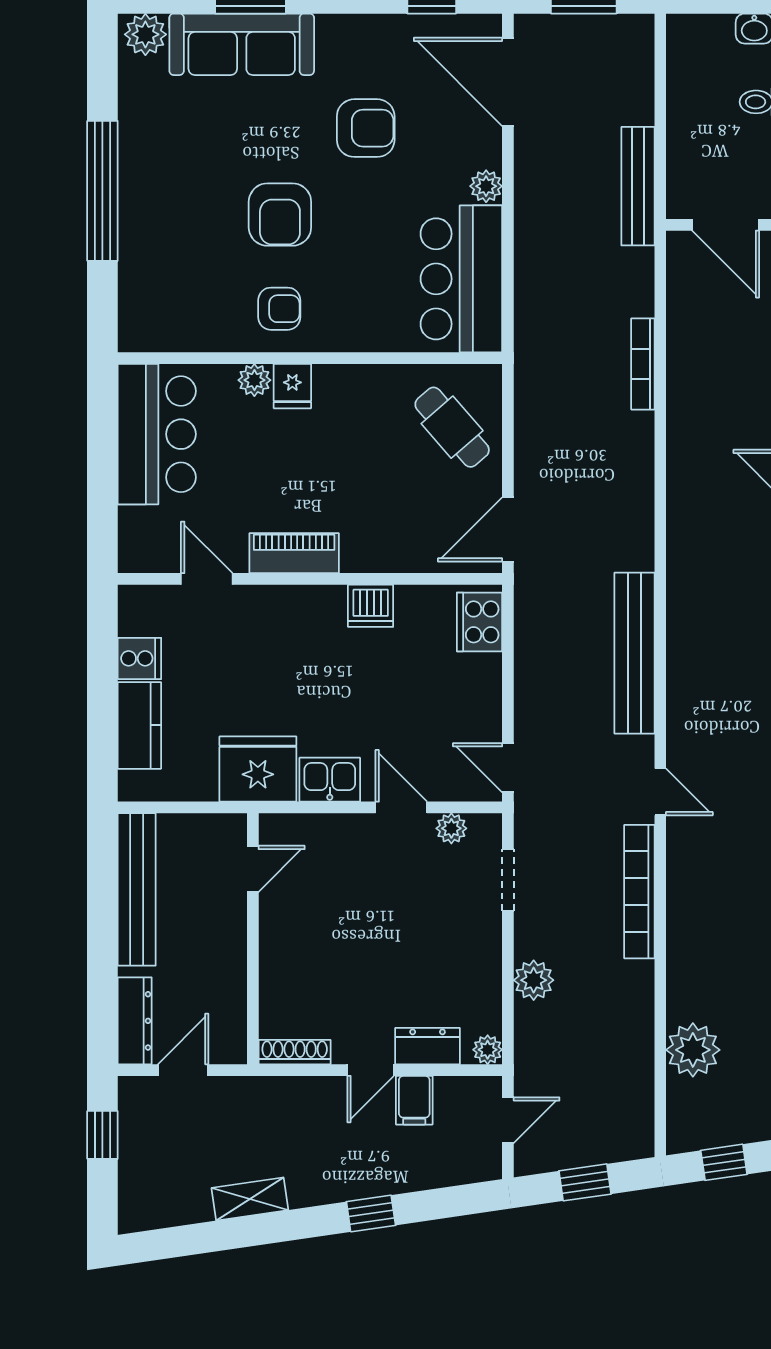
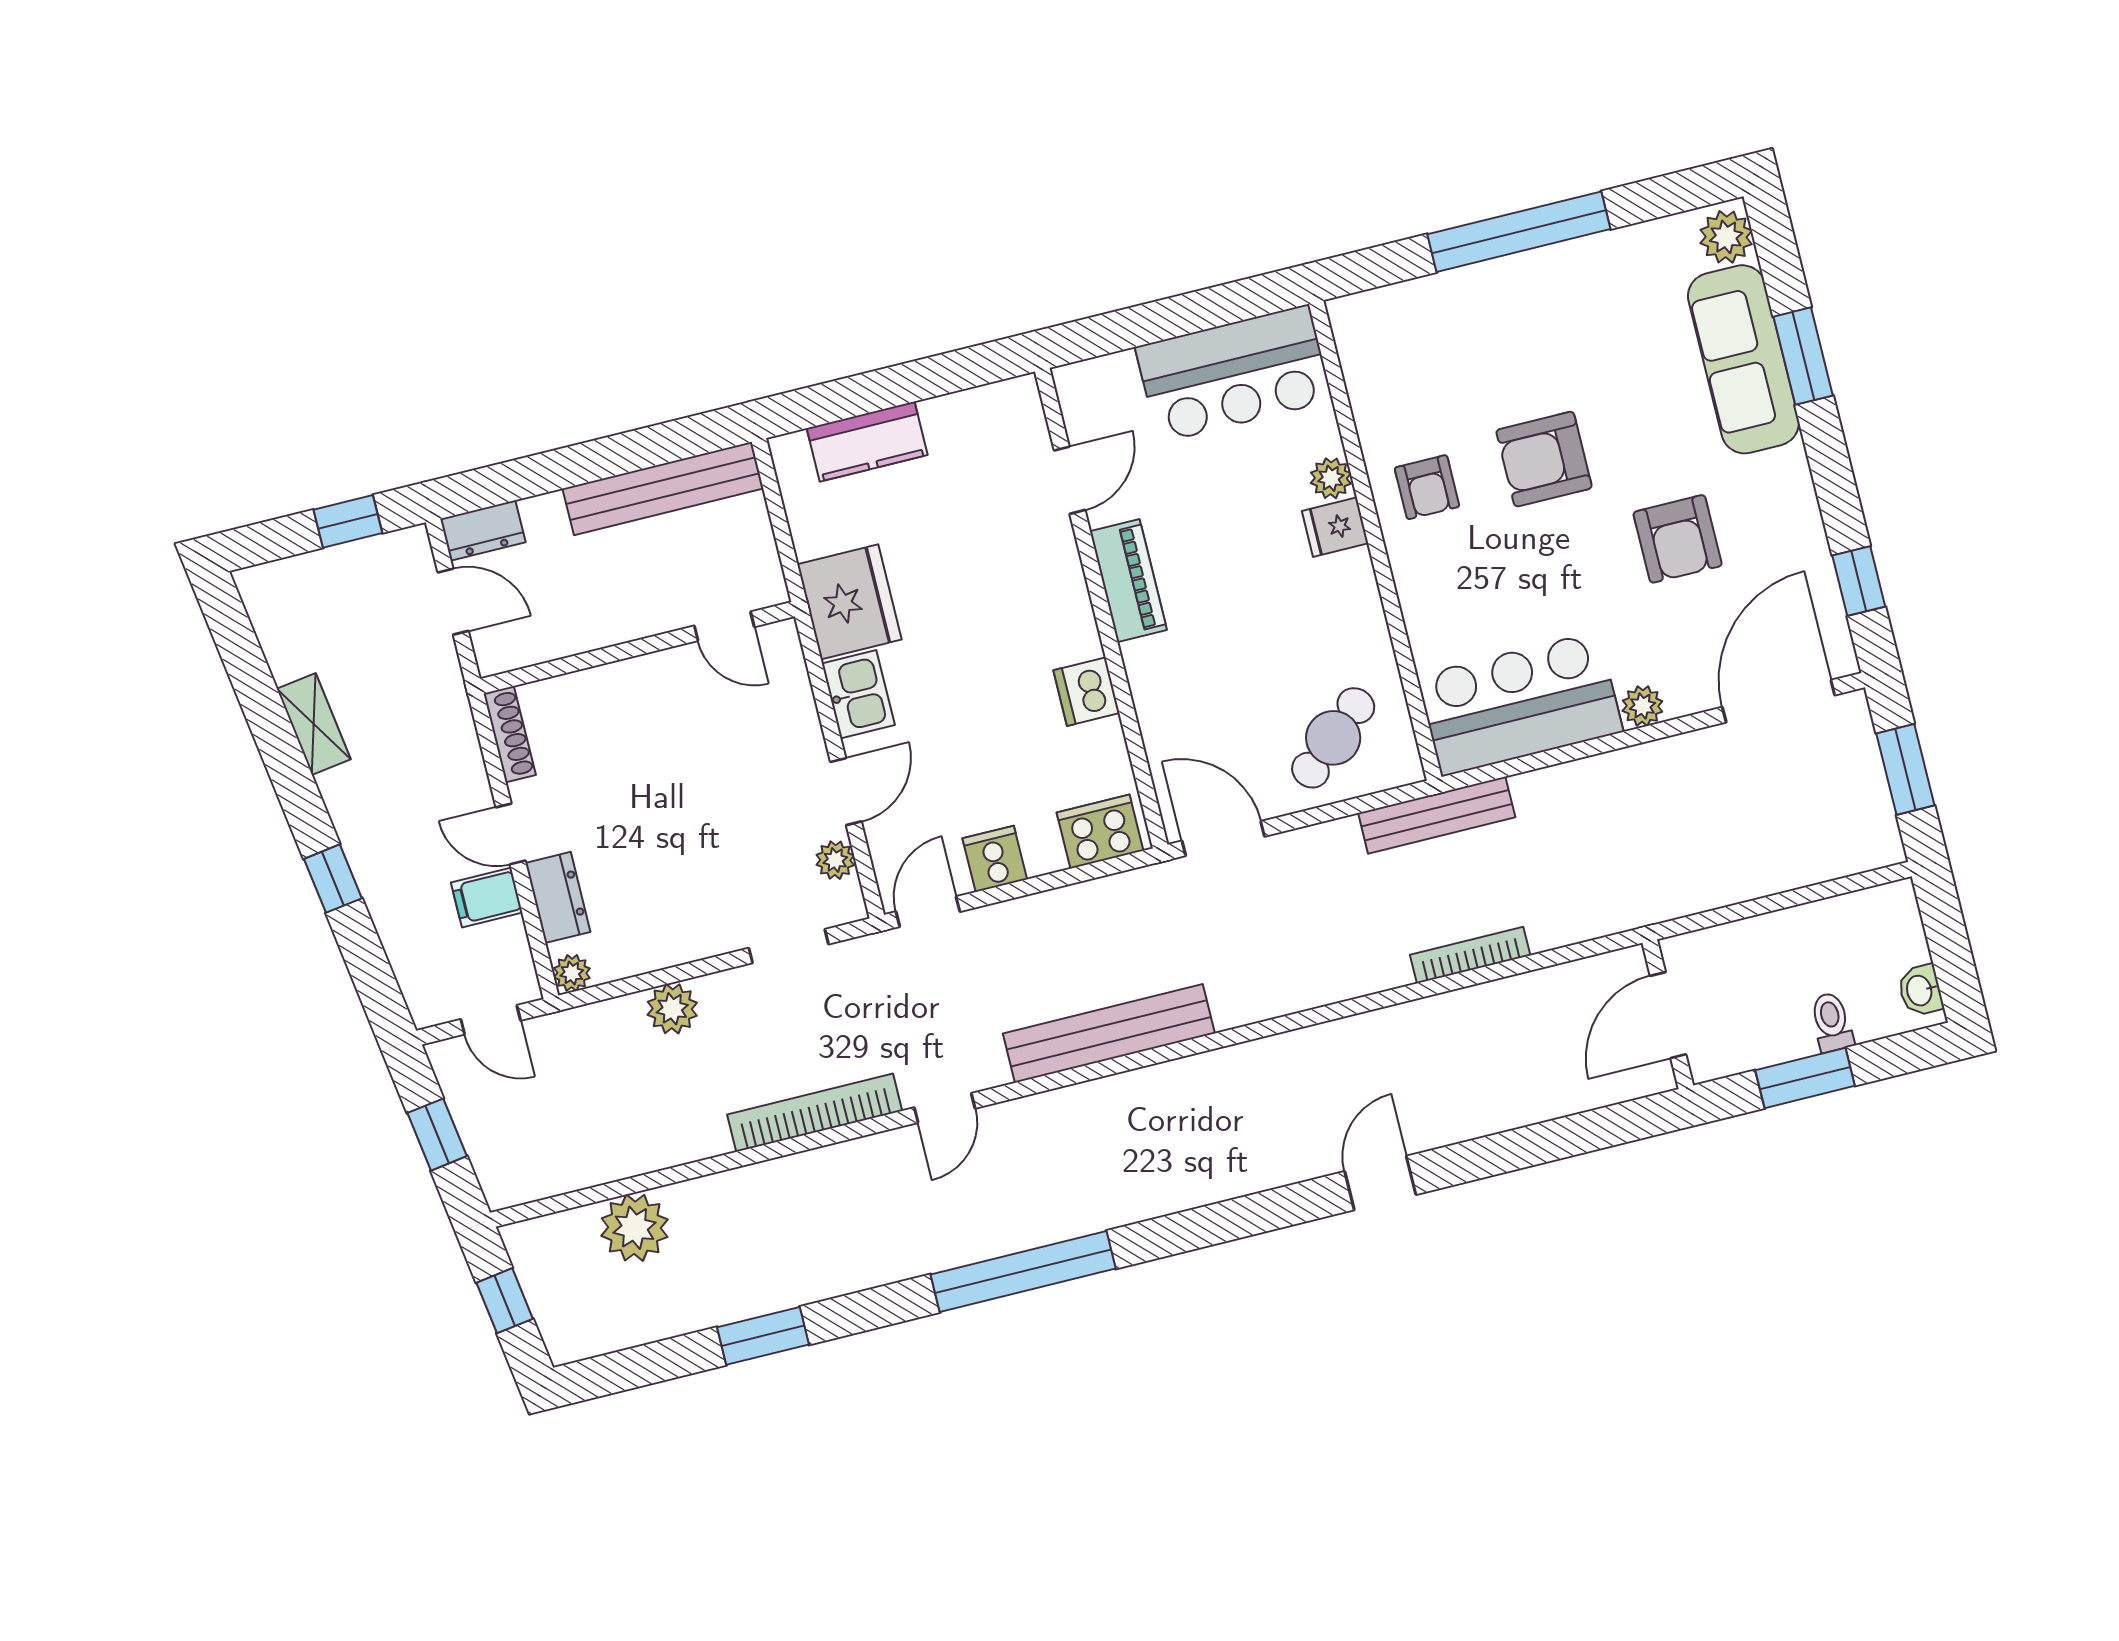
bench: (638, 186) -> (1437, 815), moved
cooker: (139, 658) -> (995, 859), moved, turned 180
dresser: (135, 1021) -> (483, 530), width x0.70

